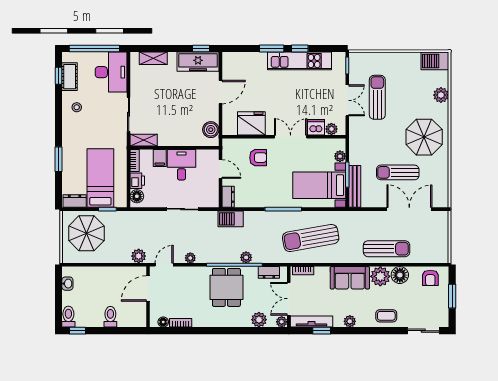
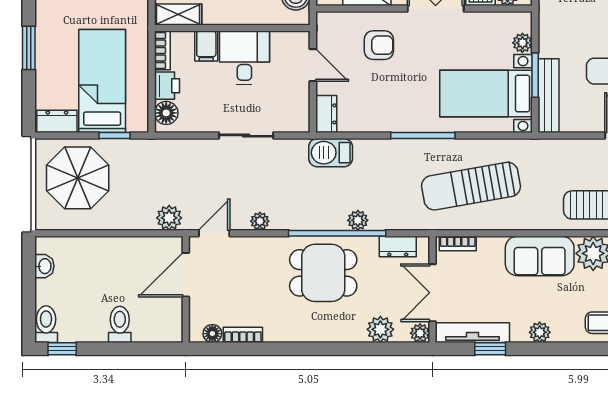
dining table: (226, 287) -> (323, 273), turned 90

